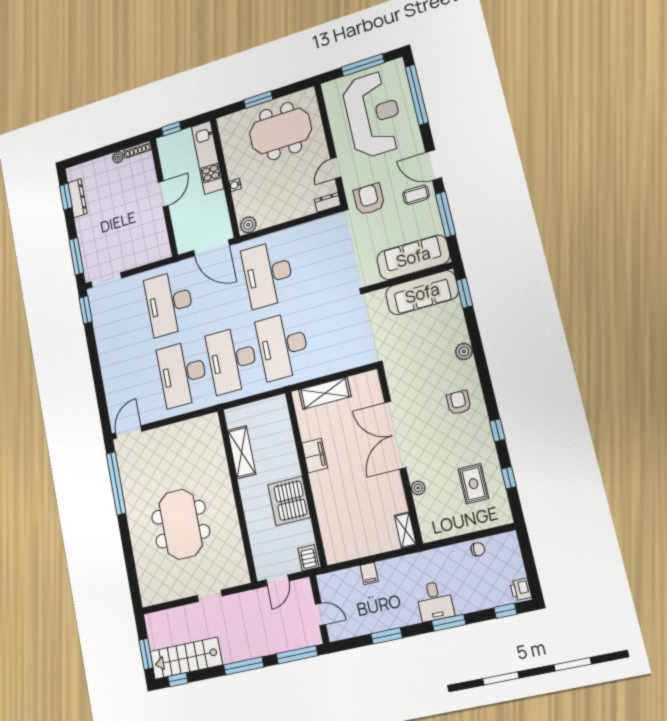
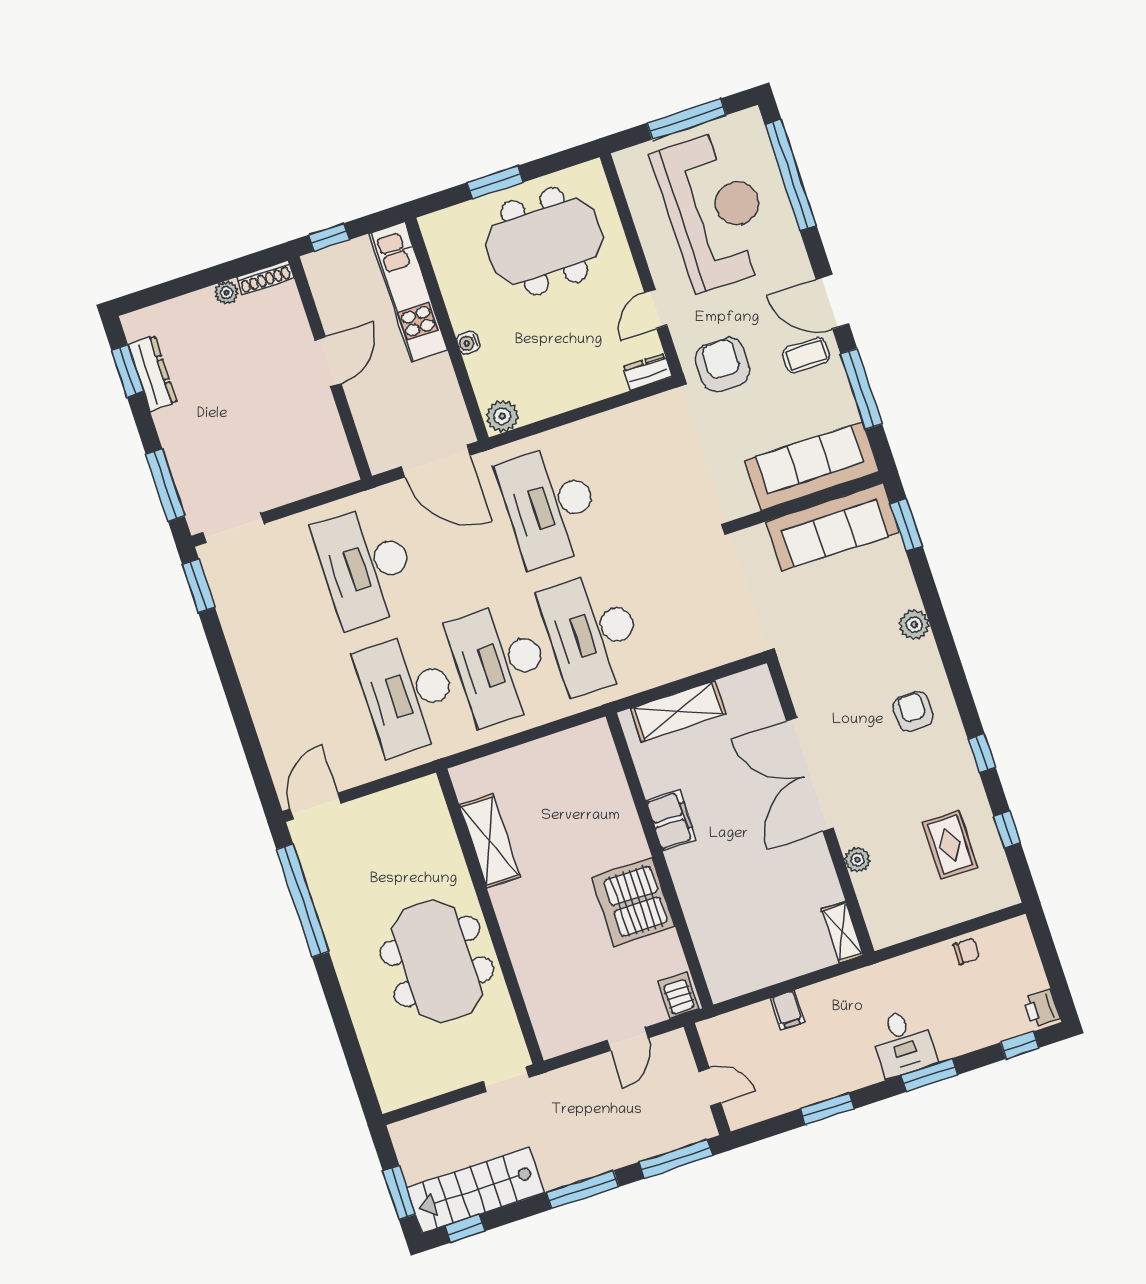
shelving: (242, 452) -> (490, 841), moved
wall: (237, 495) -> (490, 917), moved

